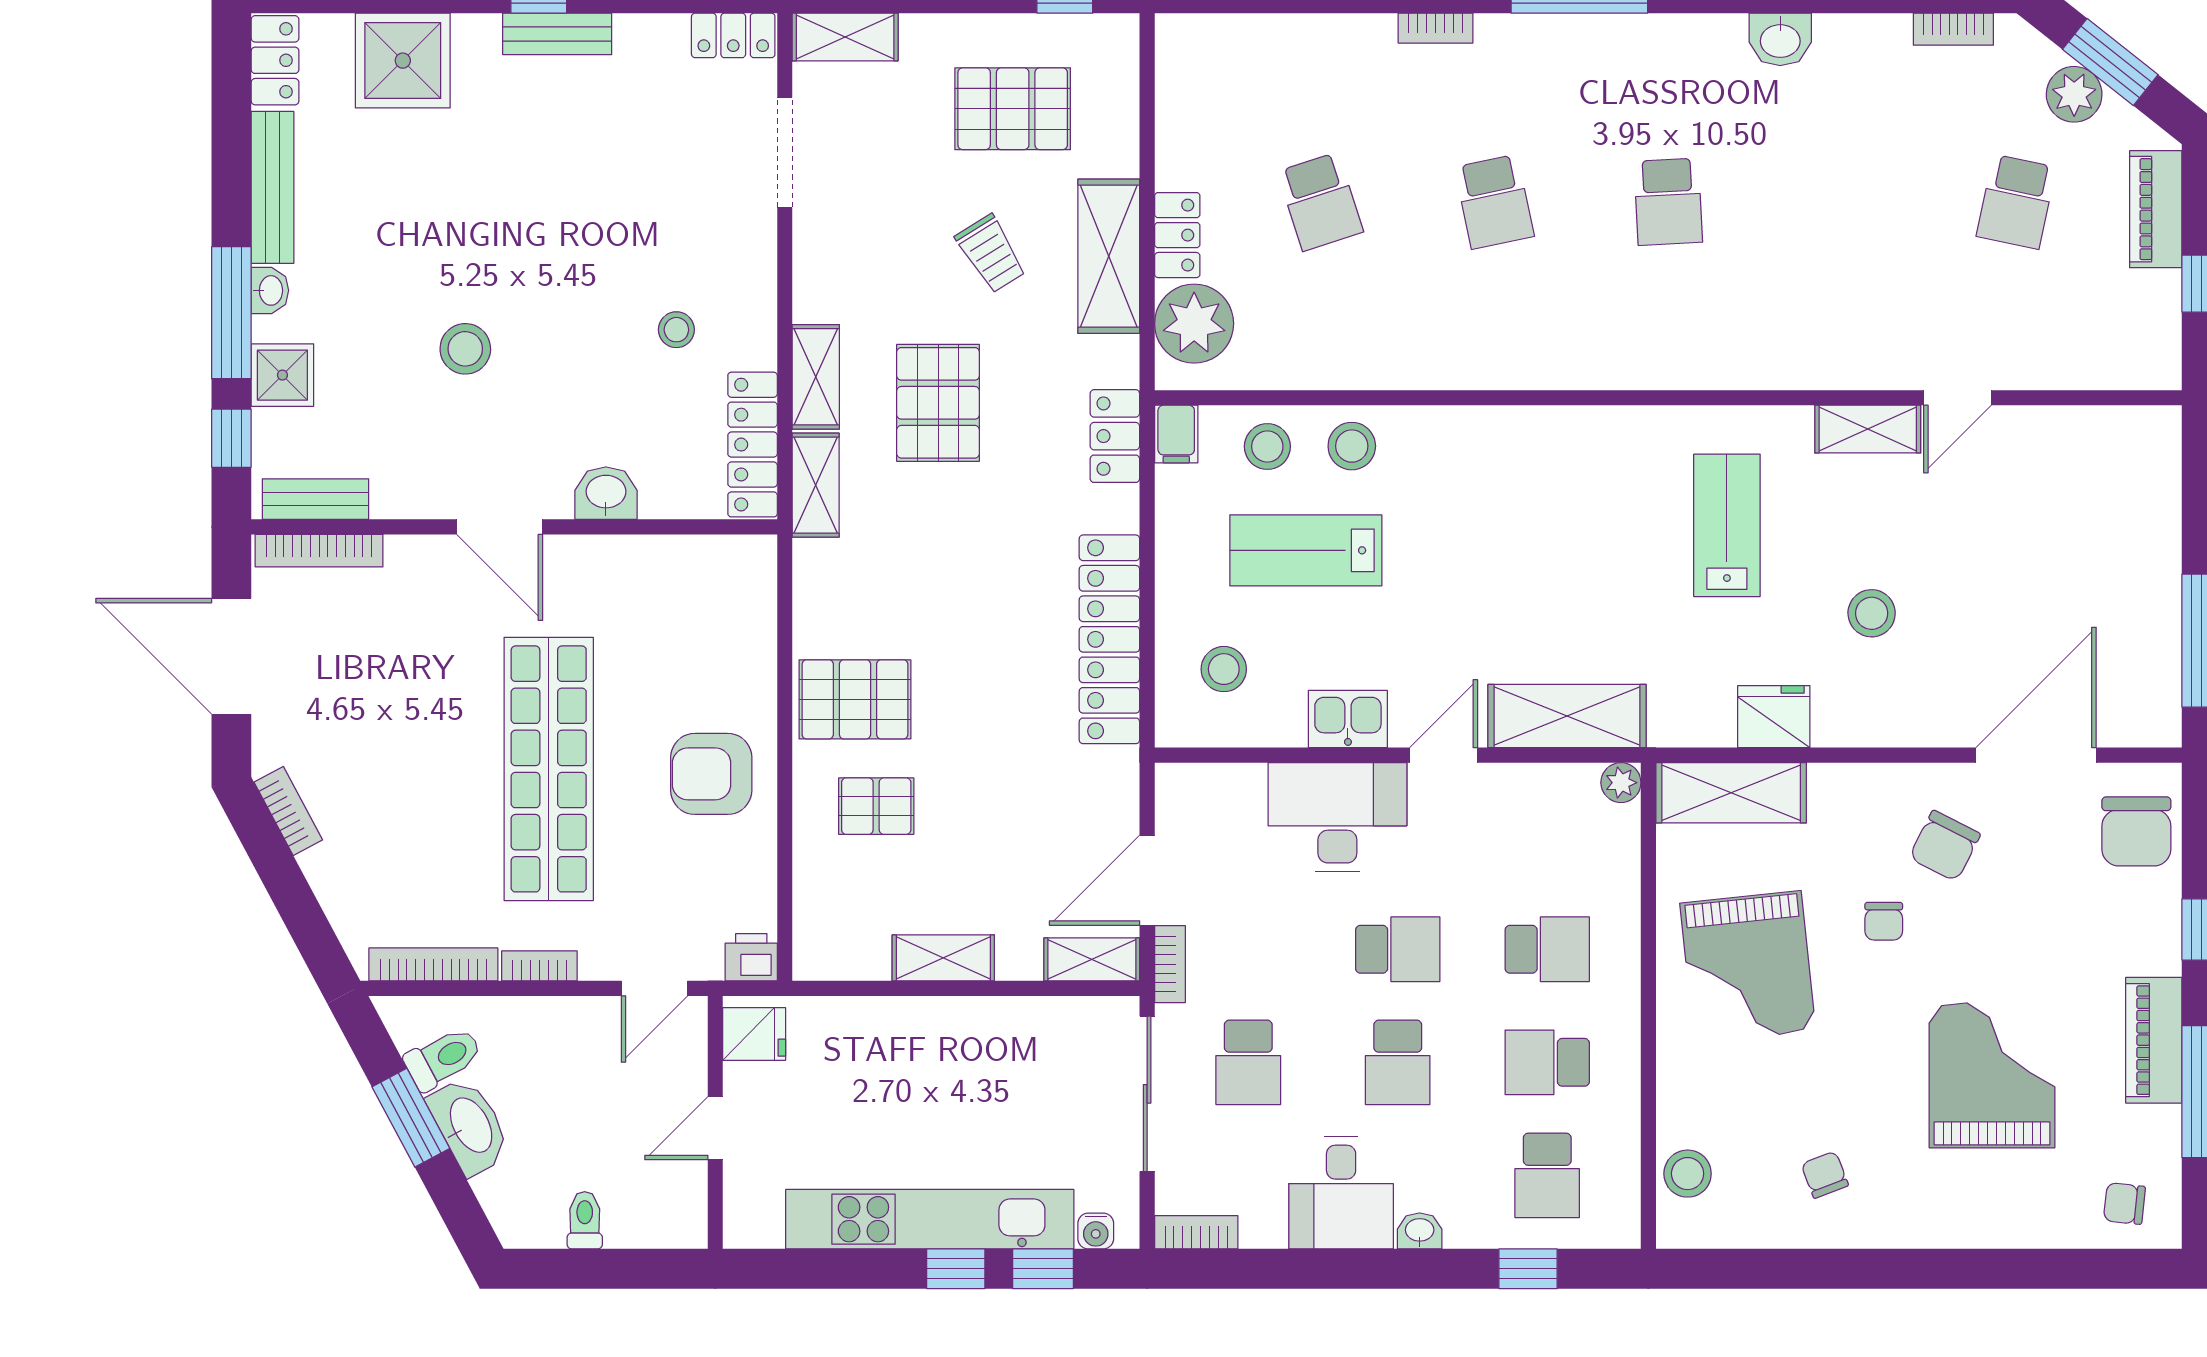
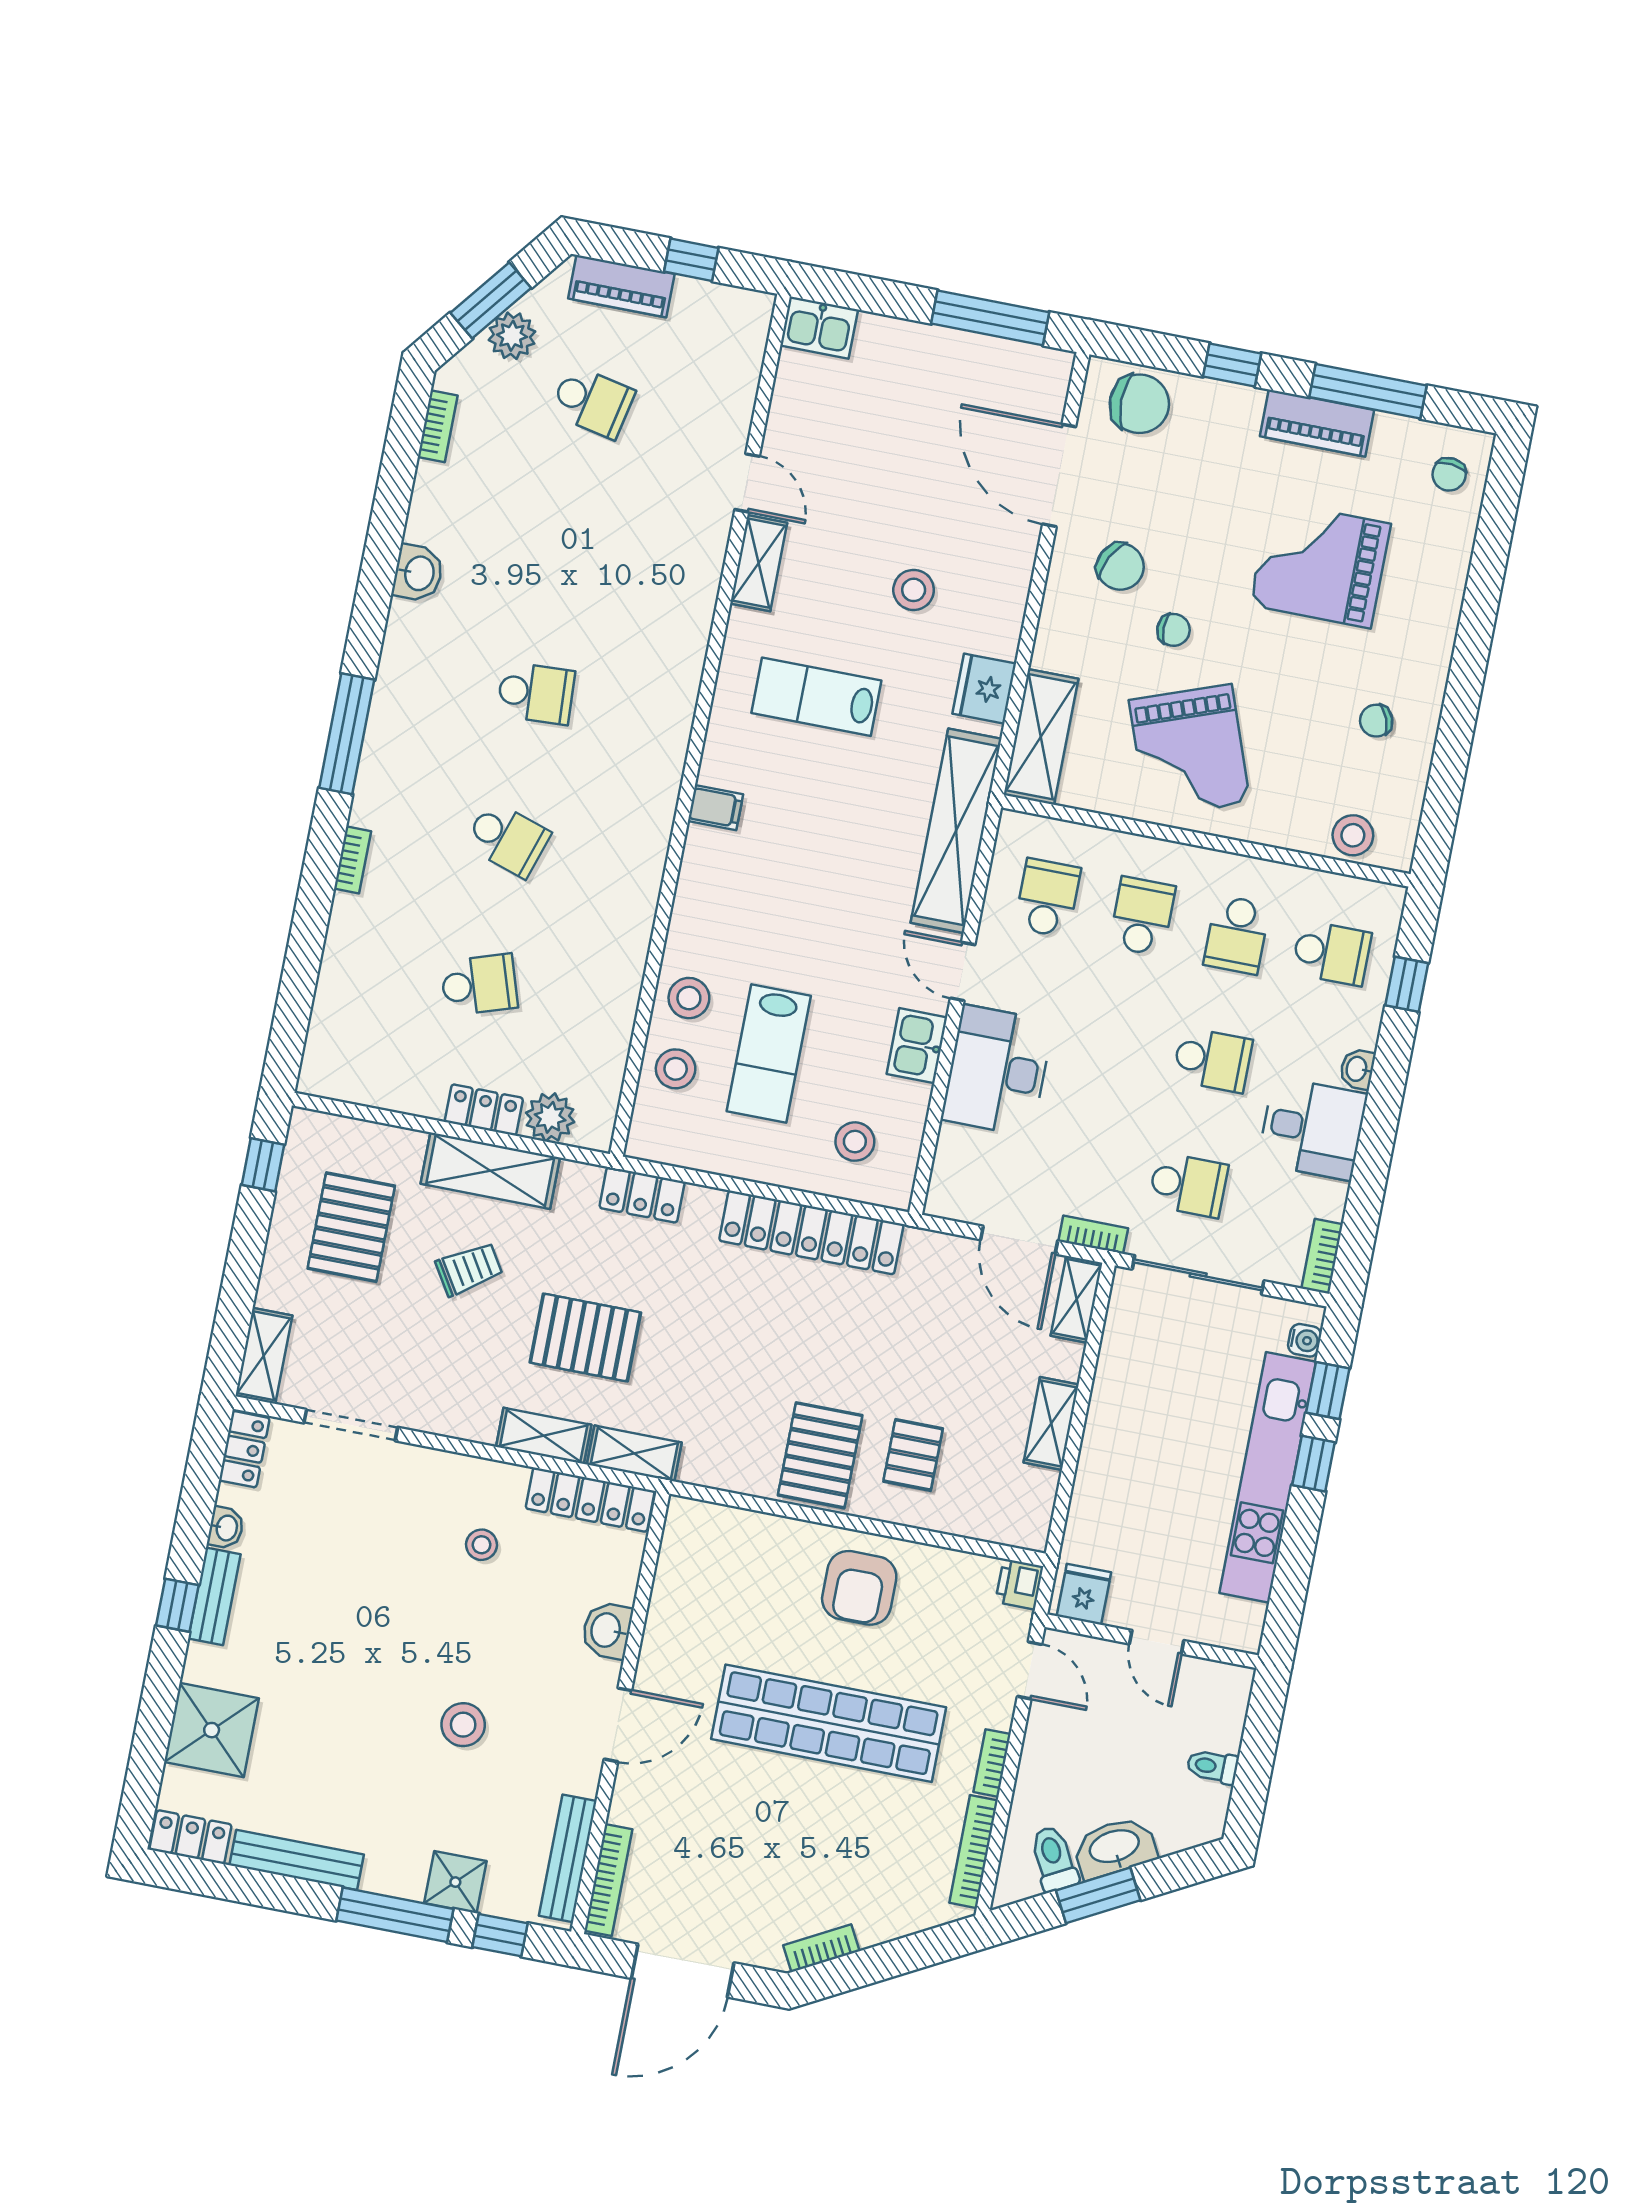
school desk: (1494, 202) -> (507, 839), turned 30
washbasin: (270, 290) -> (226, 1528), moved, turned 90
plant: (1194, 324) -> (550, 1117), width x0.73, depth x0.73
filing cabinet: (1176, 434) -> (716, 808), moved
kitchen sink: (2152, 446) -> (819, 328), added
bench: (316, 499) -> (568, 1858), width x1.36
shelving: (1567, 716) -> (956, 831), width x1.47
plant: (1621, 783) -> (1015, 827), removed
school desk: (1398, 949) -> (1047, 898), moved
grand piano: (1748, 967) -> (1190, 751), turned 76

